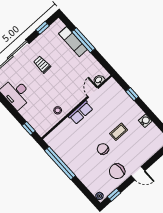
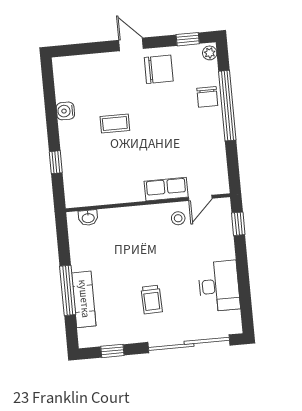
door: (93, 92) -> (200, 198), moved
row of seats: (81, 113) -> (166, 189), moved
chair: (103, 149) -> (207, 97), moved
window: (60, 163) -> (227, 106), moved

